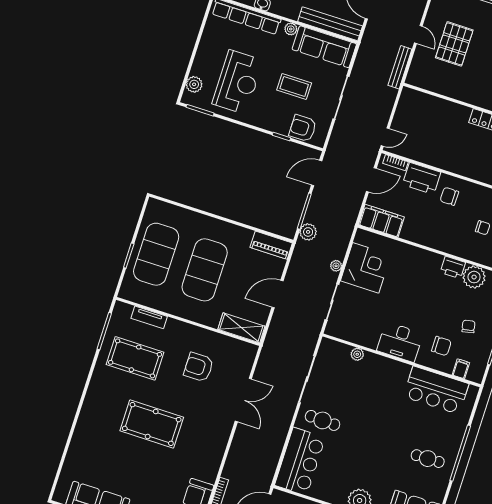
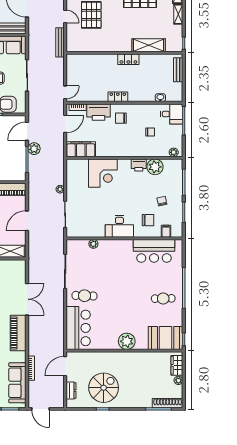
locker: (454, 166) -> (118, 97), added
plant: (308, 232) -> (34, 149), moved
corner desk: (366, 268) -> (103, 173), moved, turned 90
piano: (217, 442) -> (18, 333), added

